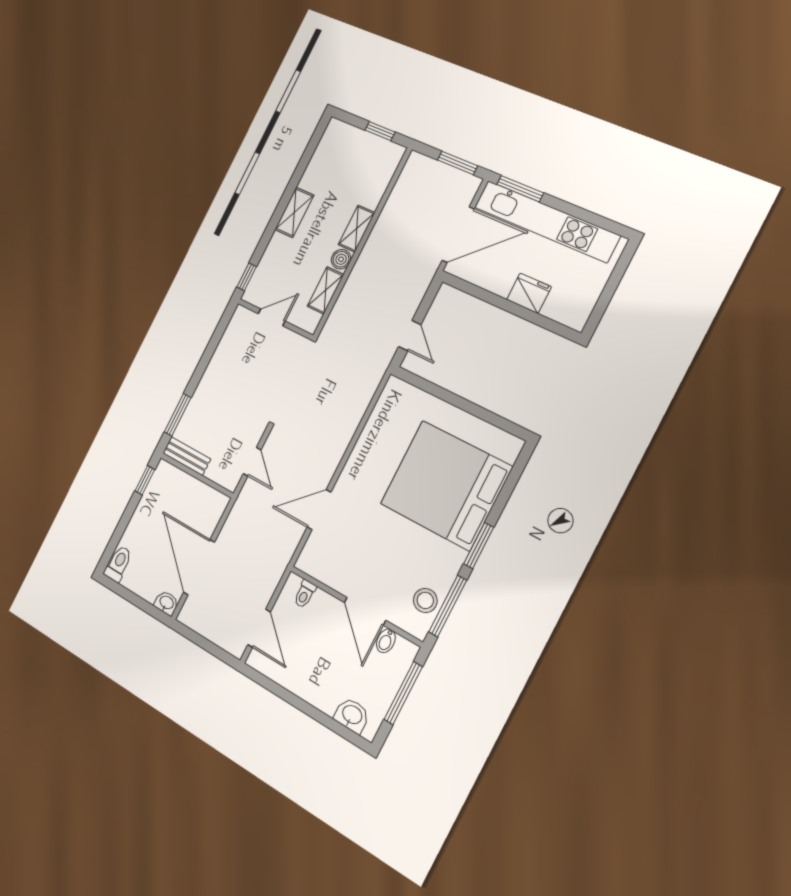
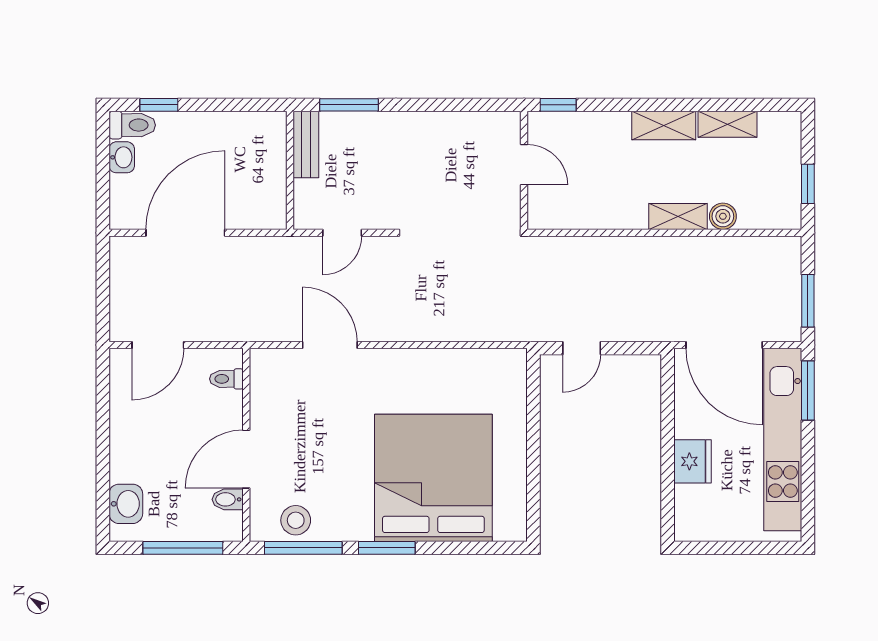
boiler: (341, 259) -> (723, 216), moved
shelving: (325, 290) -> (727, 124), moved
window: (145, 480) -> (159, 105), moved
washbasin: (166, 603) -> (122, 157), moved

